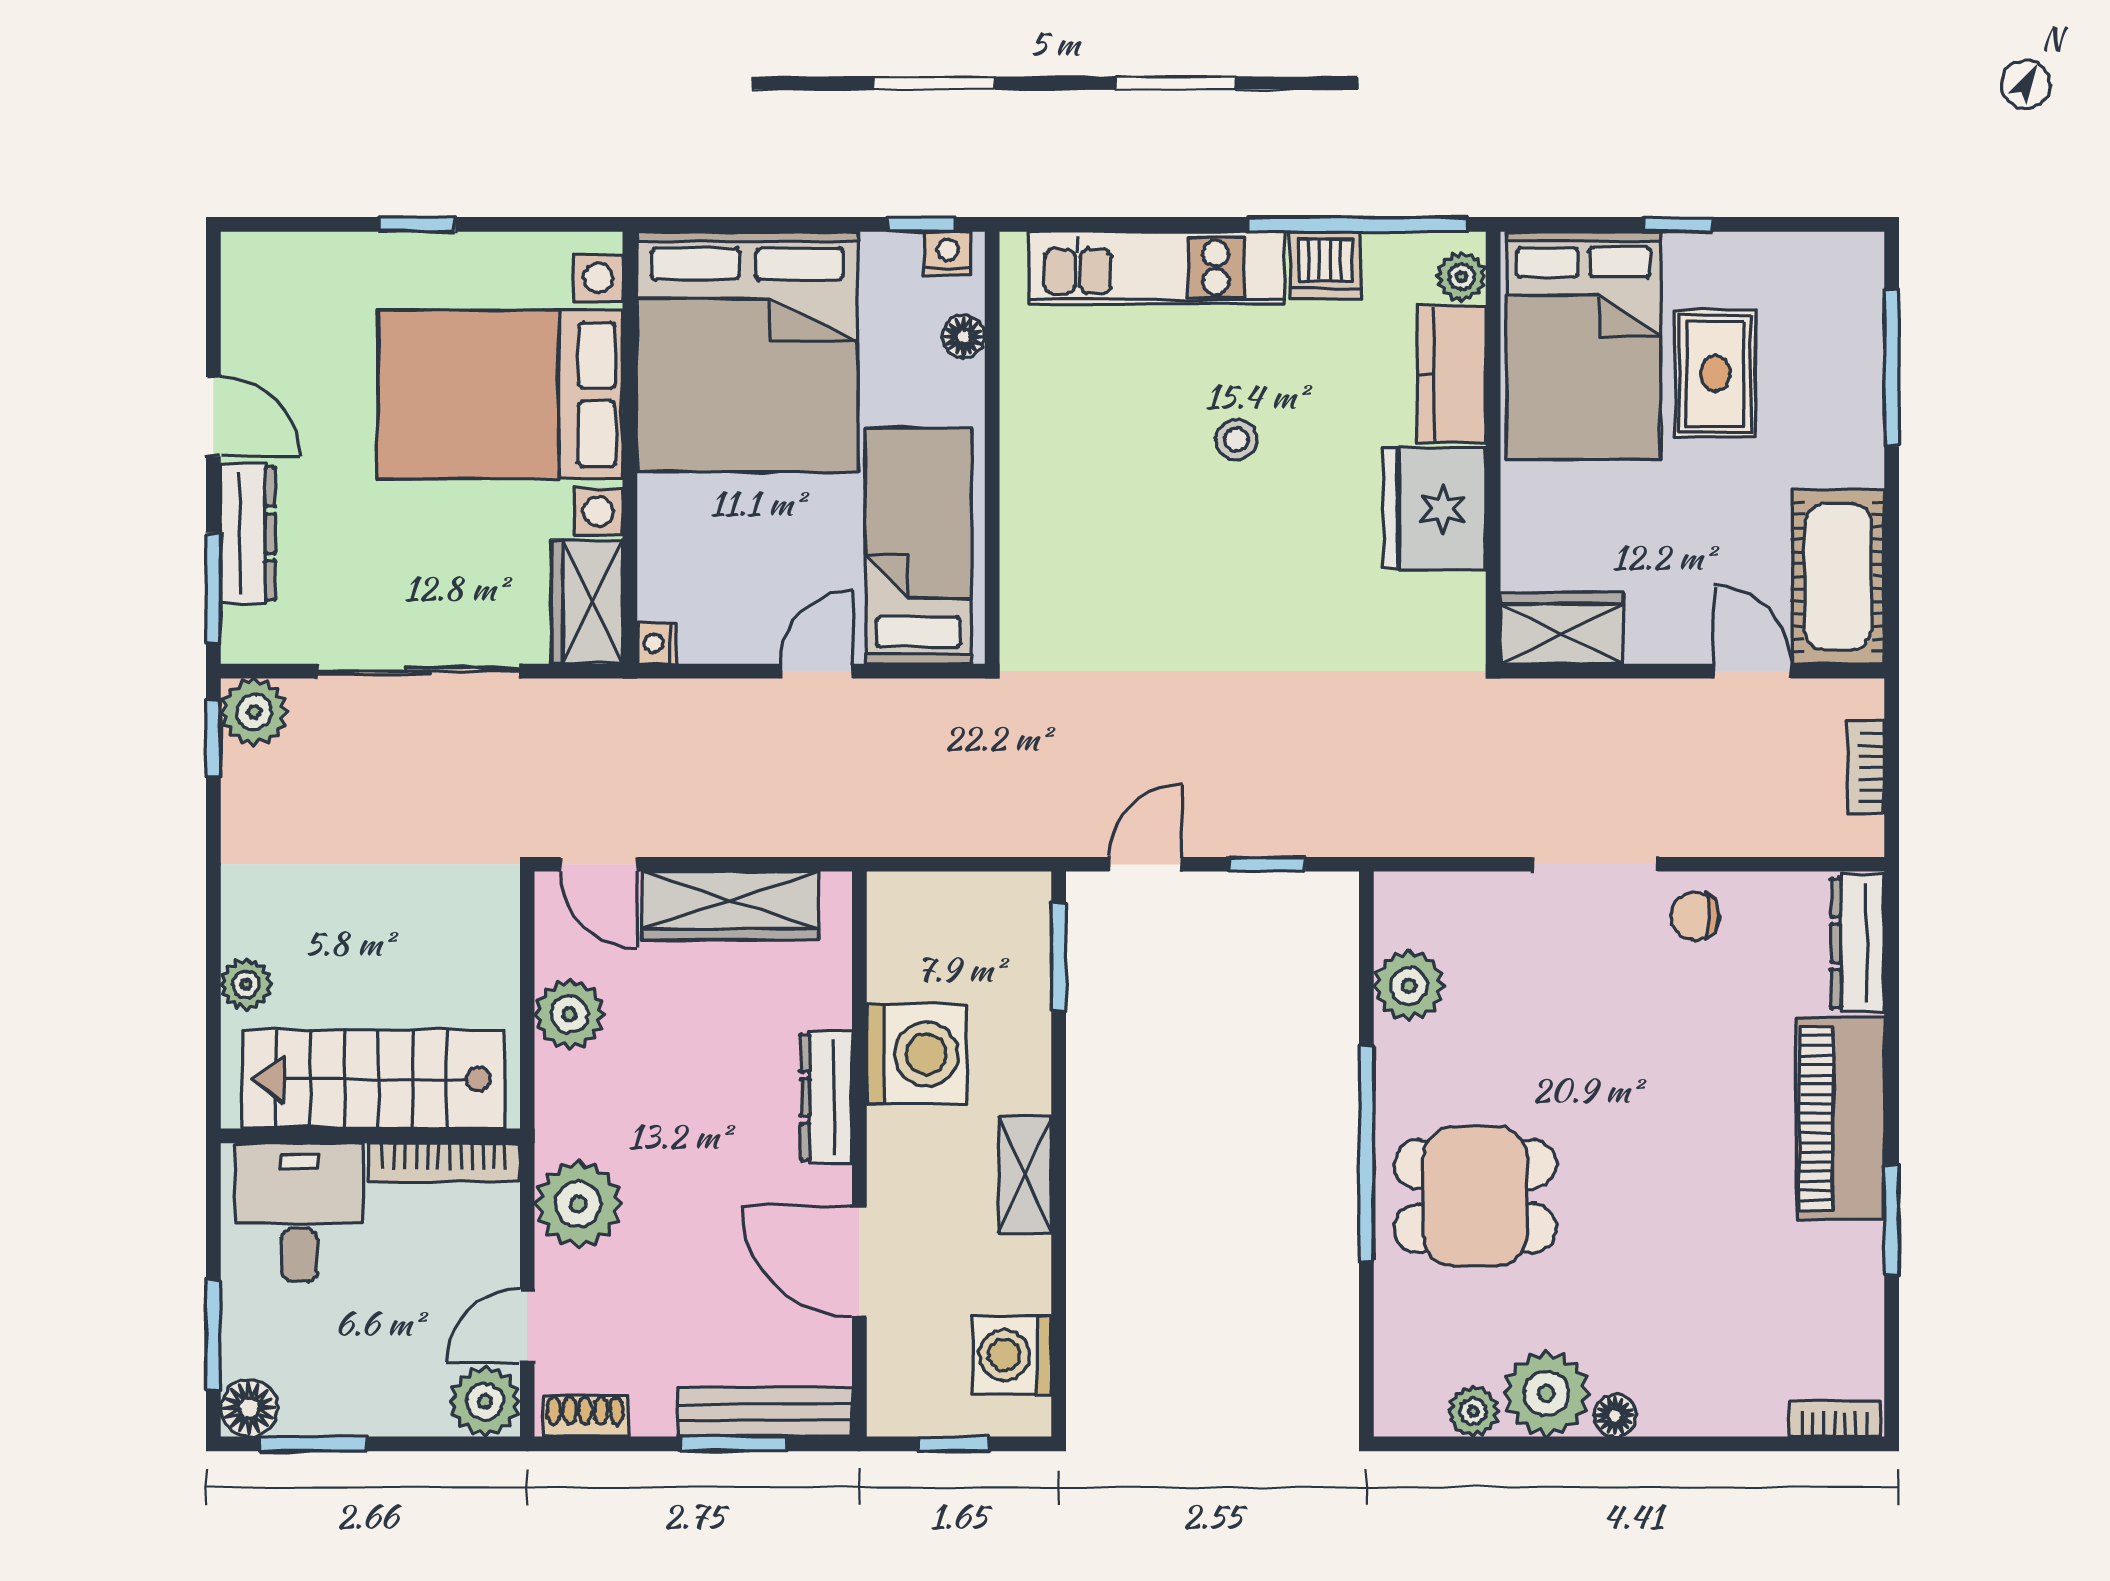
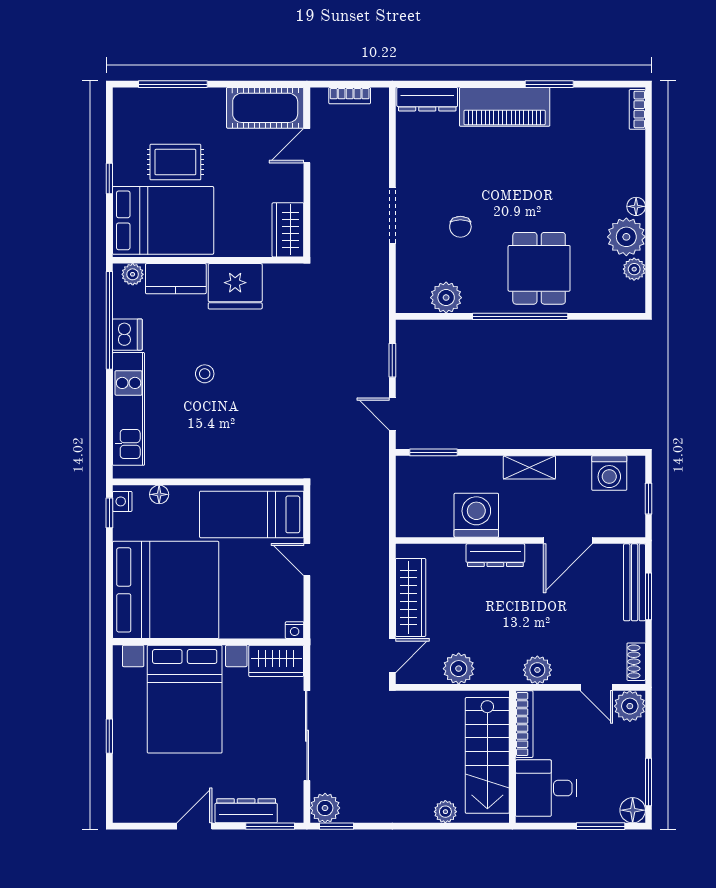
chair: (1695, 916) -> (460, 227), moved
plant: (578, 1204) -> (537, 670), width x0.73, depth x0.73

